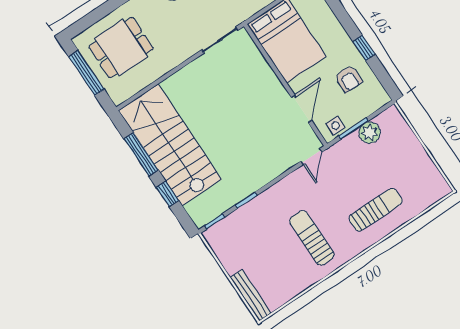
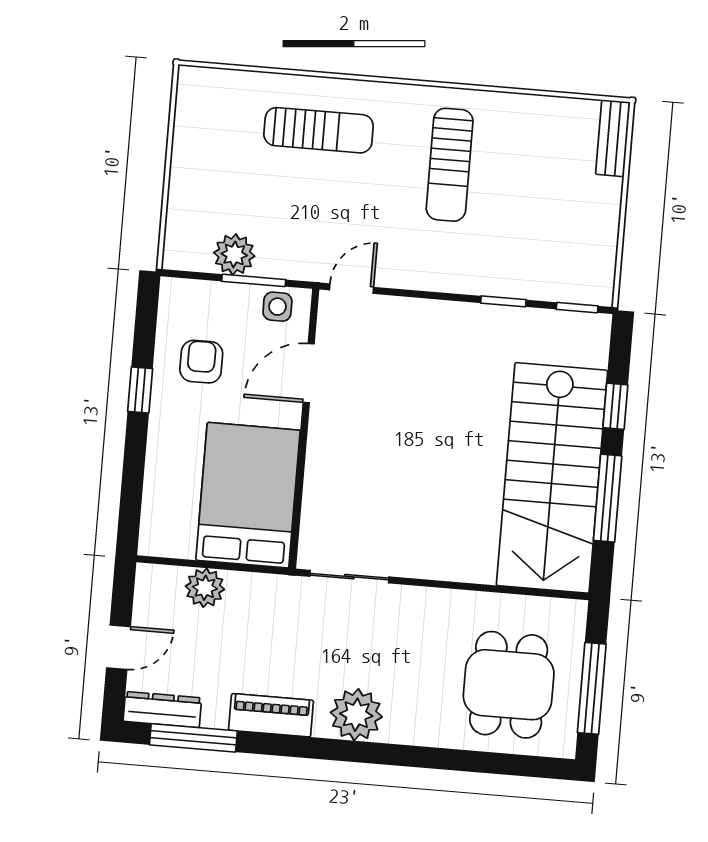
dining table: (121, 48) -> (509, 685), turned 90
sun lounger: (376, 210) -> (319, 130), turned 180
bench: (251, 295) -> (613, 138), width x0.73

